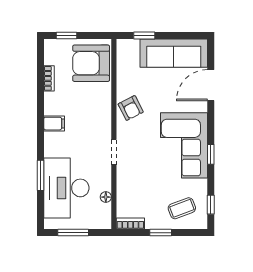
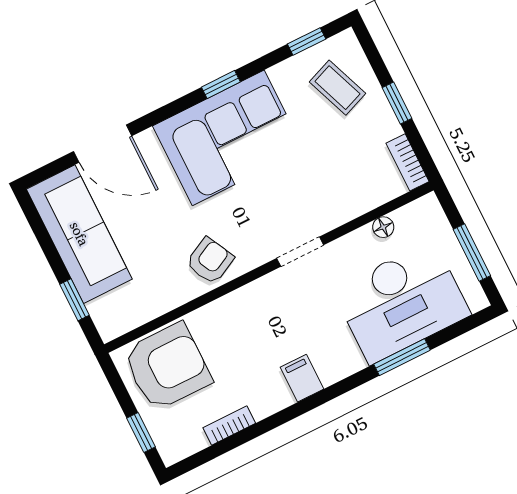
armchair: (91, 63) -> (167, 367), turned -90

